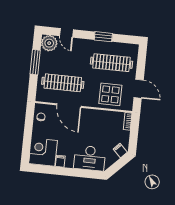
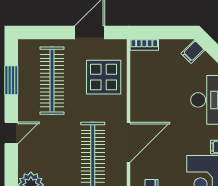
door: (66, 33) -> (11, 133), moved
window: (103, 37) -> (11, 80), moved

